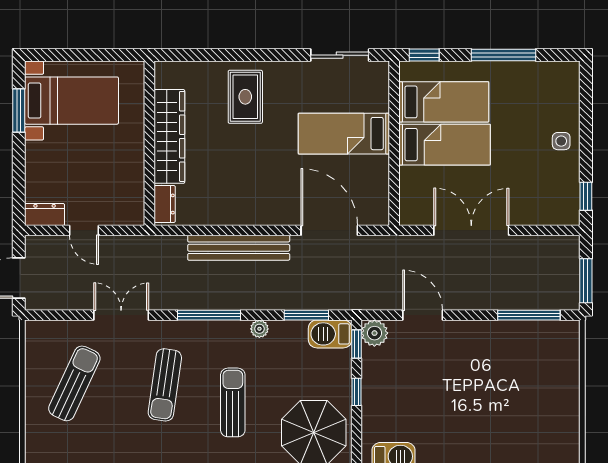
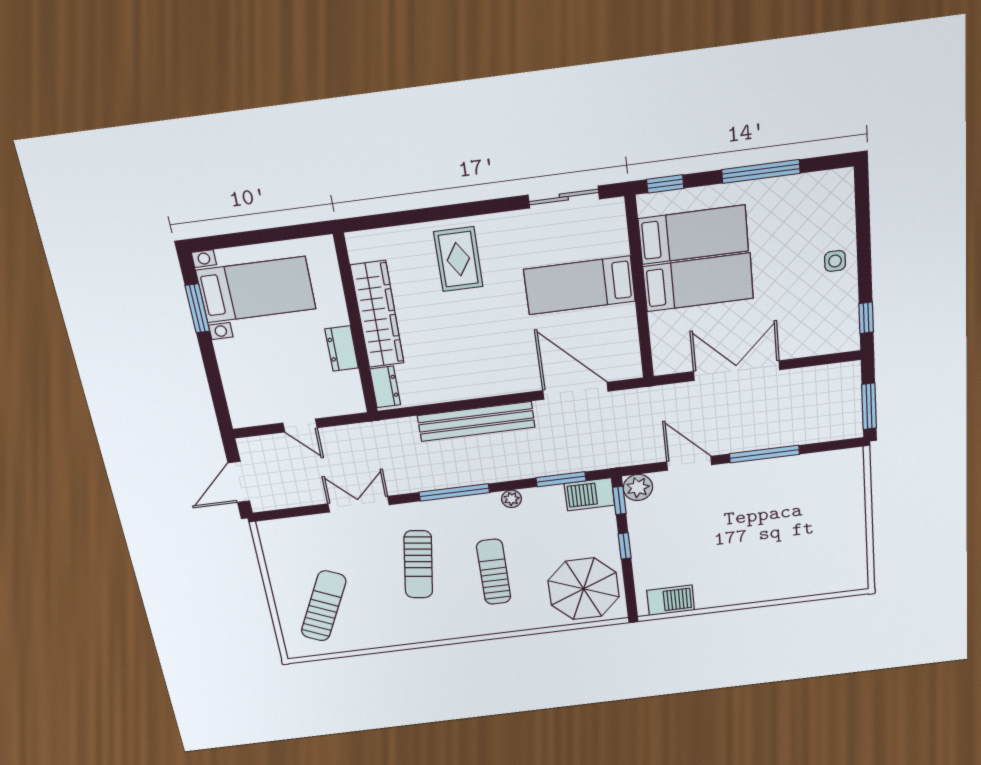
dresser: (45, 215) -> (342, 348), moved, turned -90
window: (529, 315) -> (764, 454), moved
sun lounger: (74, 383) -> (324, 606), moved

